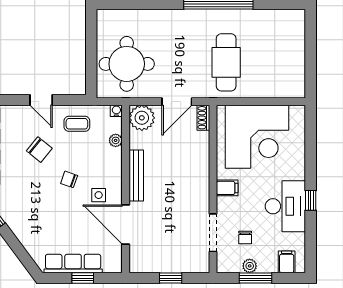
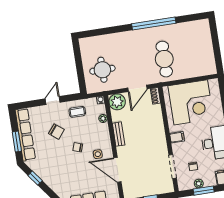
round table: (127, 64) -> (102, 70), width x0.73, depth x0.73
door: (41, 100) -> (53, 101), swing flipped
bench: (136, 175) -> (119, 134), width x0.73

